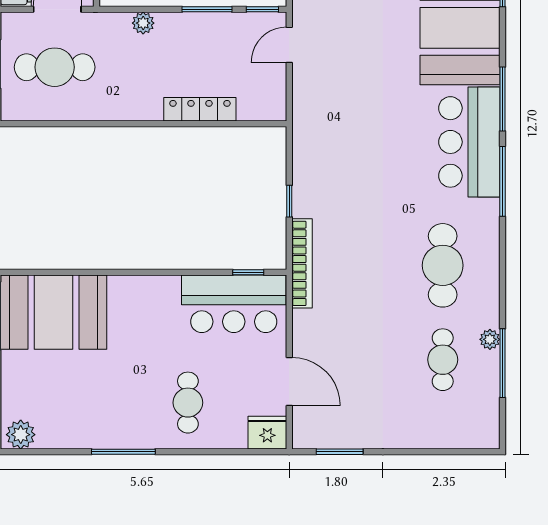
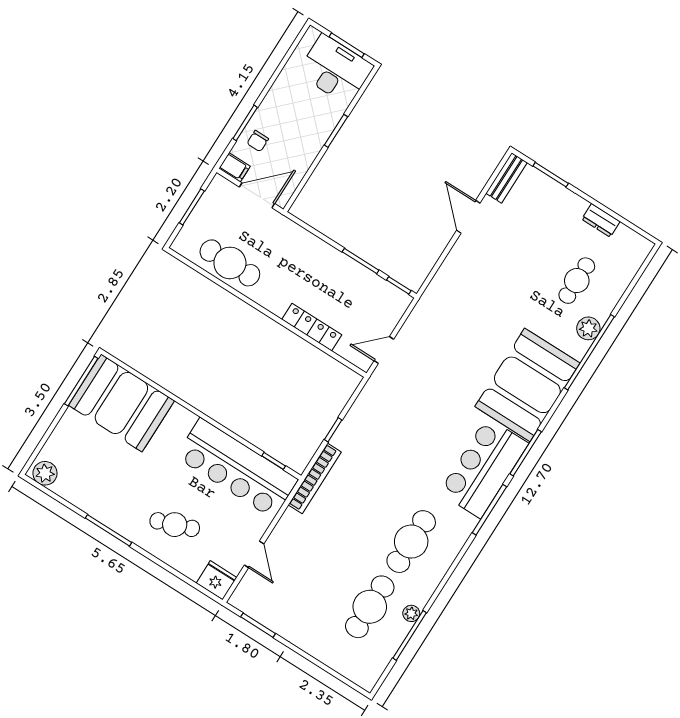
plant: (143, 23) -> (310, 242), removed
door: (289, 45) -> (384, 350), moved
cafe table: (55, 67) -> (230, 263), moved
bar counter: (234, 304) -> (237, 468), width x1.36
cafe table: (443, 360) -> (370, 607), width x1.37, depth x1.35
door: (289, 381) -> (254, 554), width x0.73
cafe table: (188, 403) -> (175, 525), turned 70

